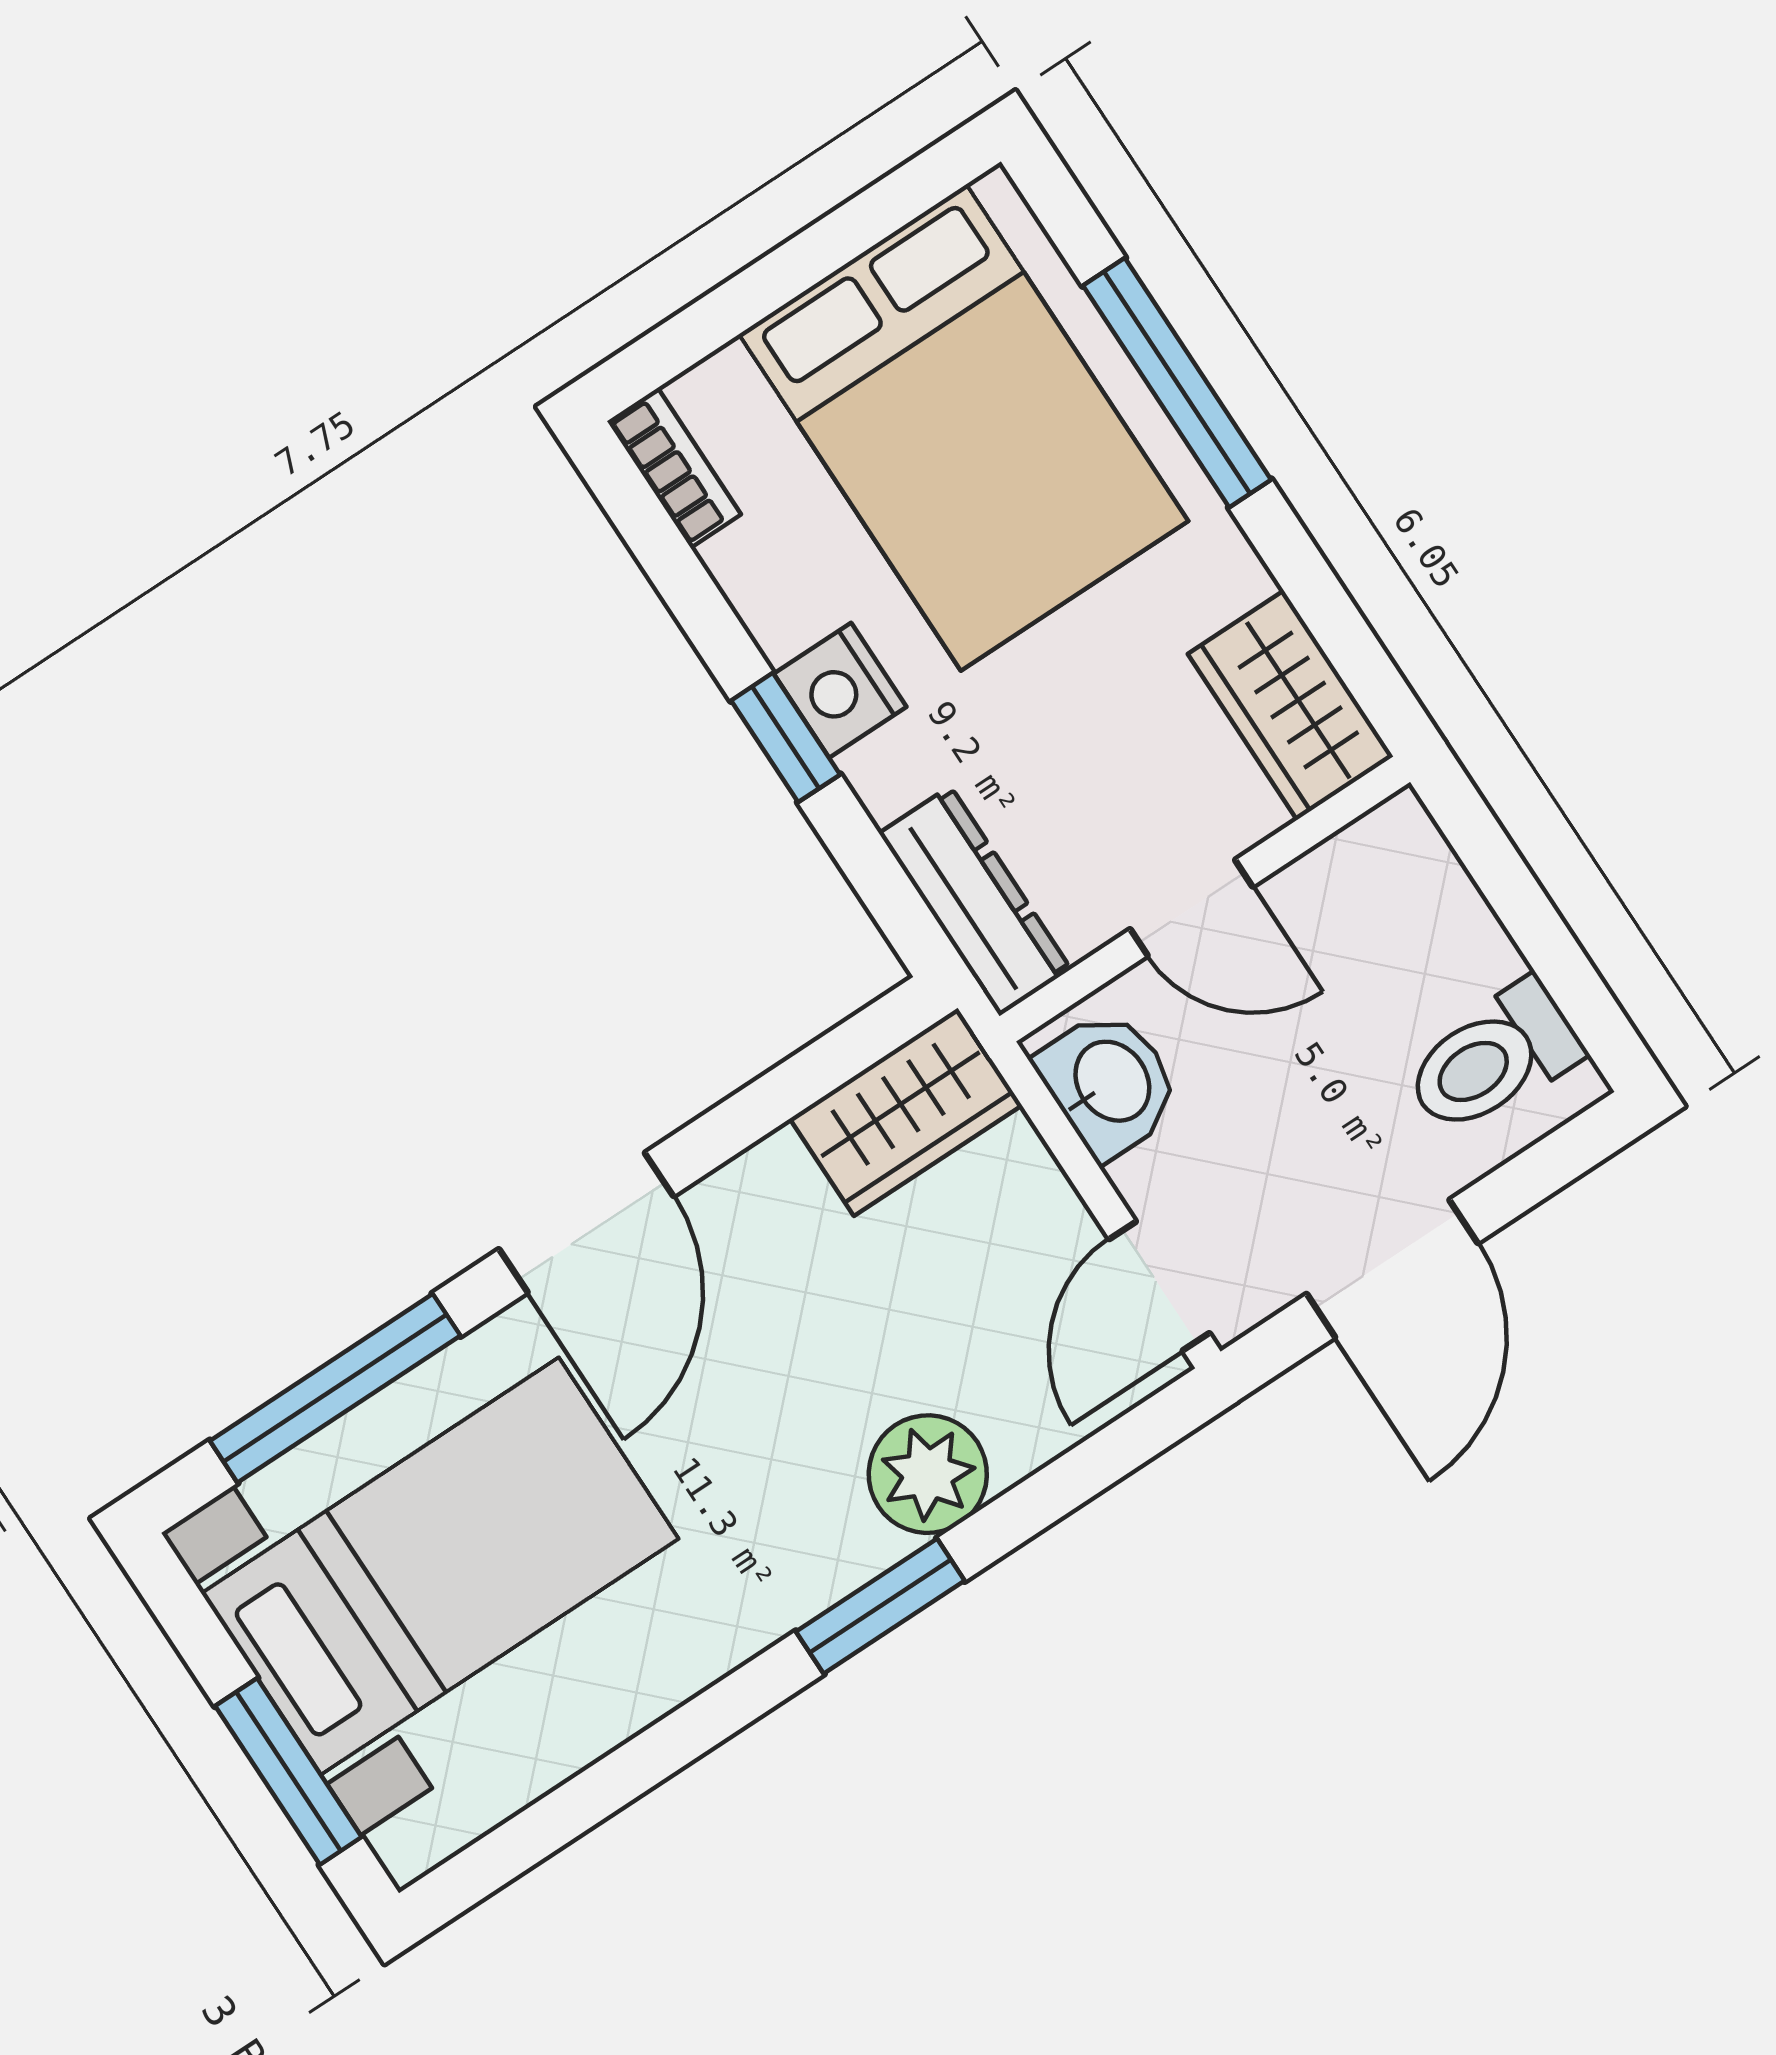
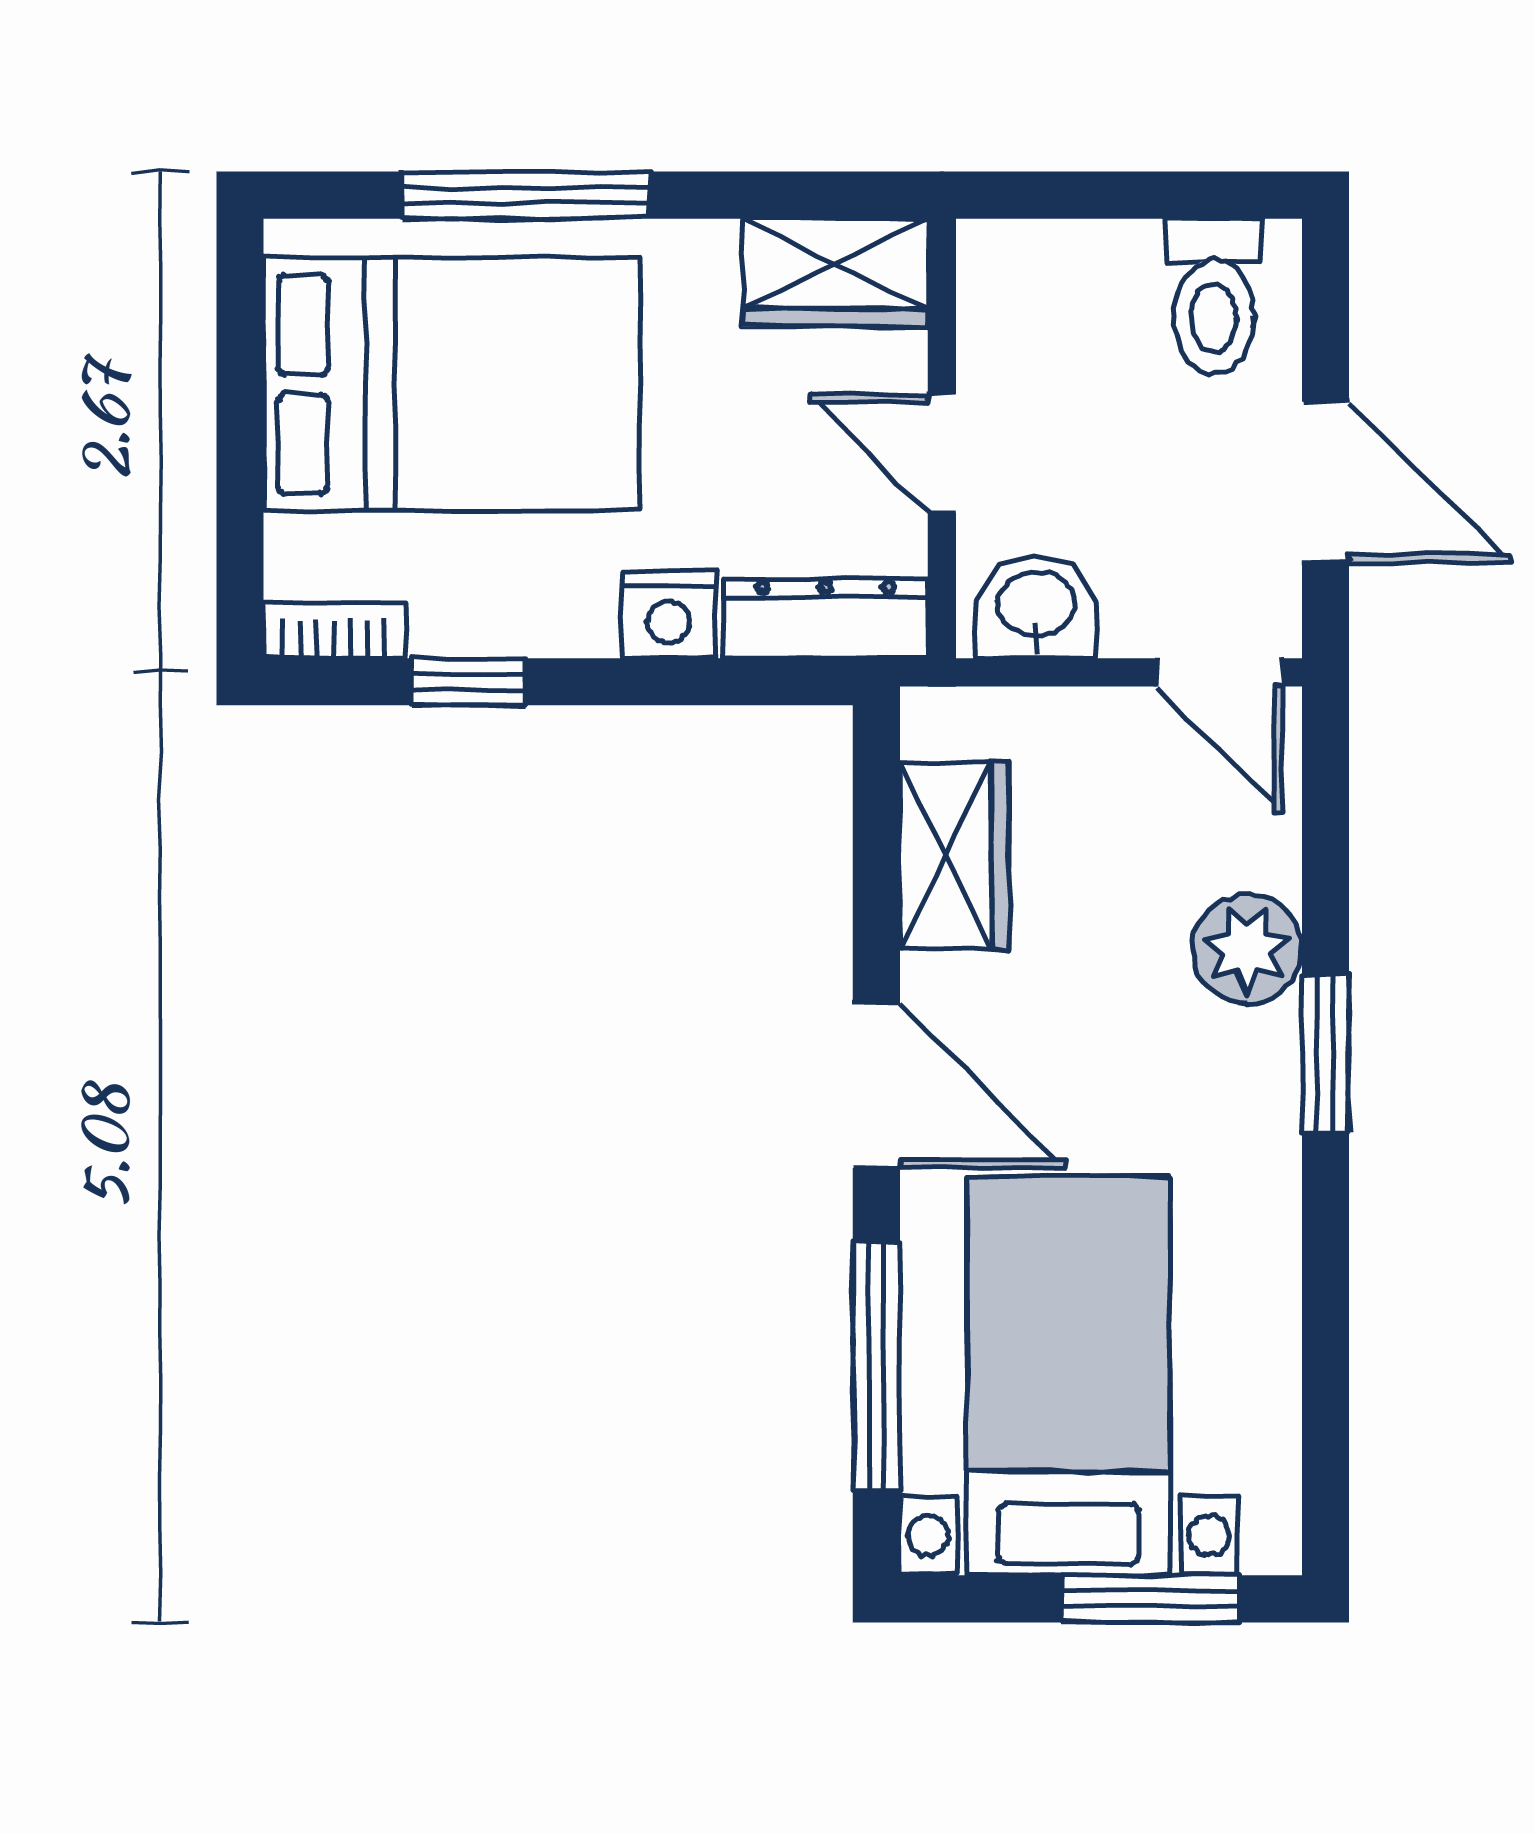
nightstand: (840, 690) -> (669, 615), moved
window: (786, 738) -> (468, 682), moved
door: (1191, 908) -> (942, 453), swing flipped
wardrobe: (906, 1112) -> (954, 856), moved

